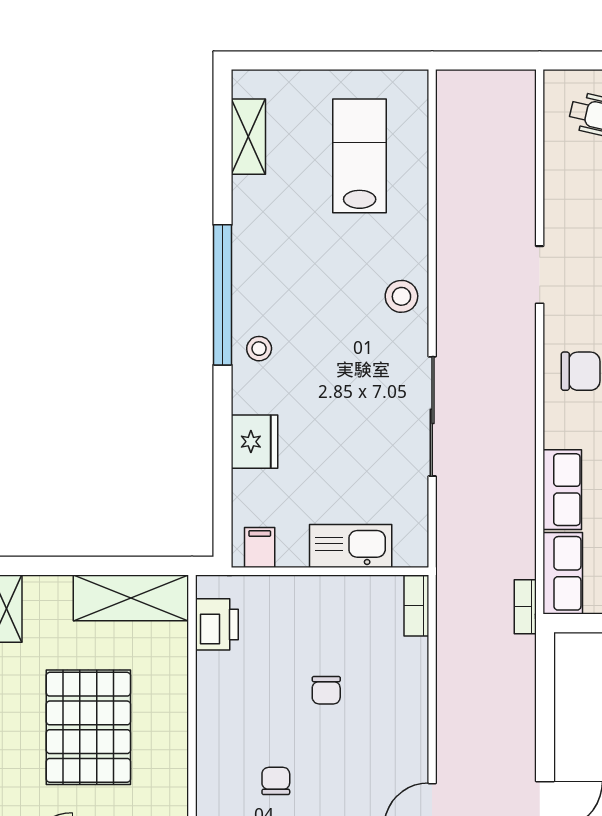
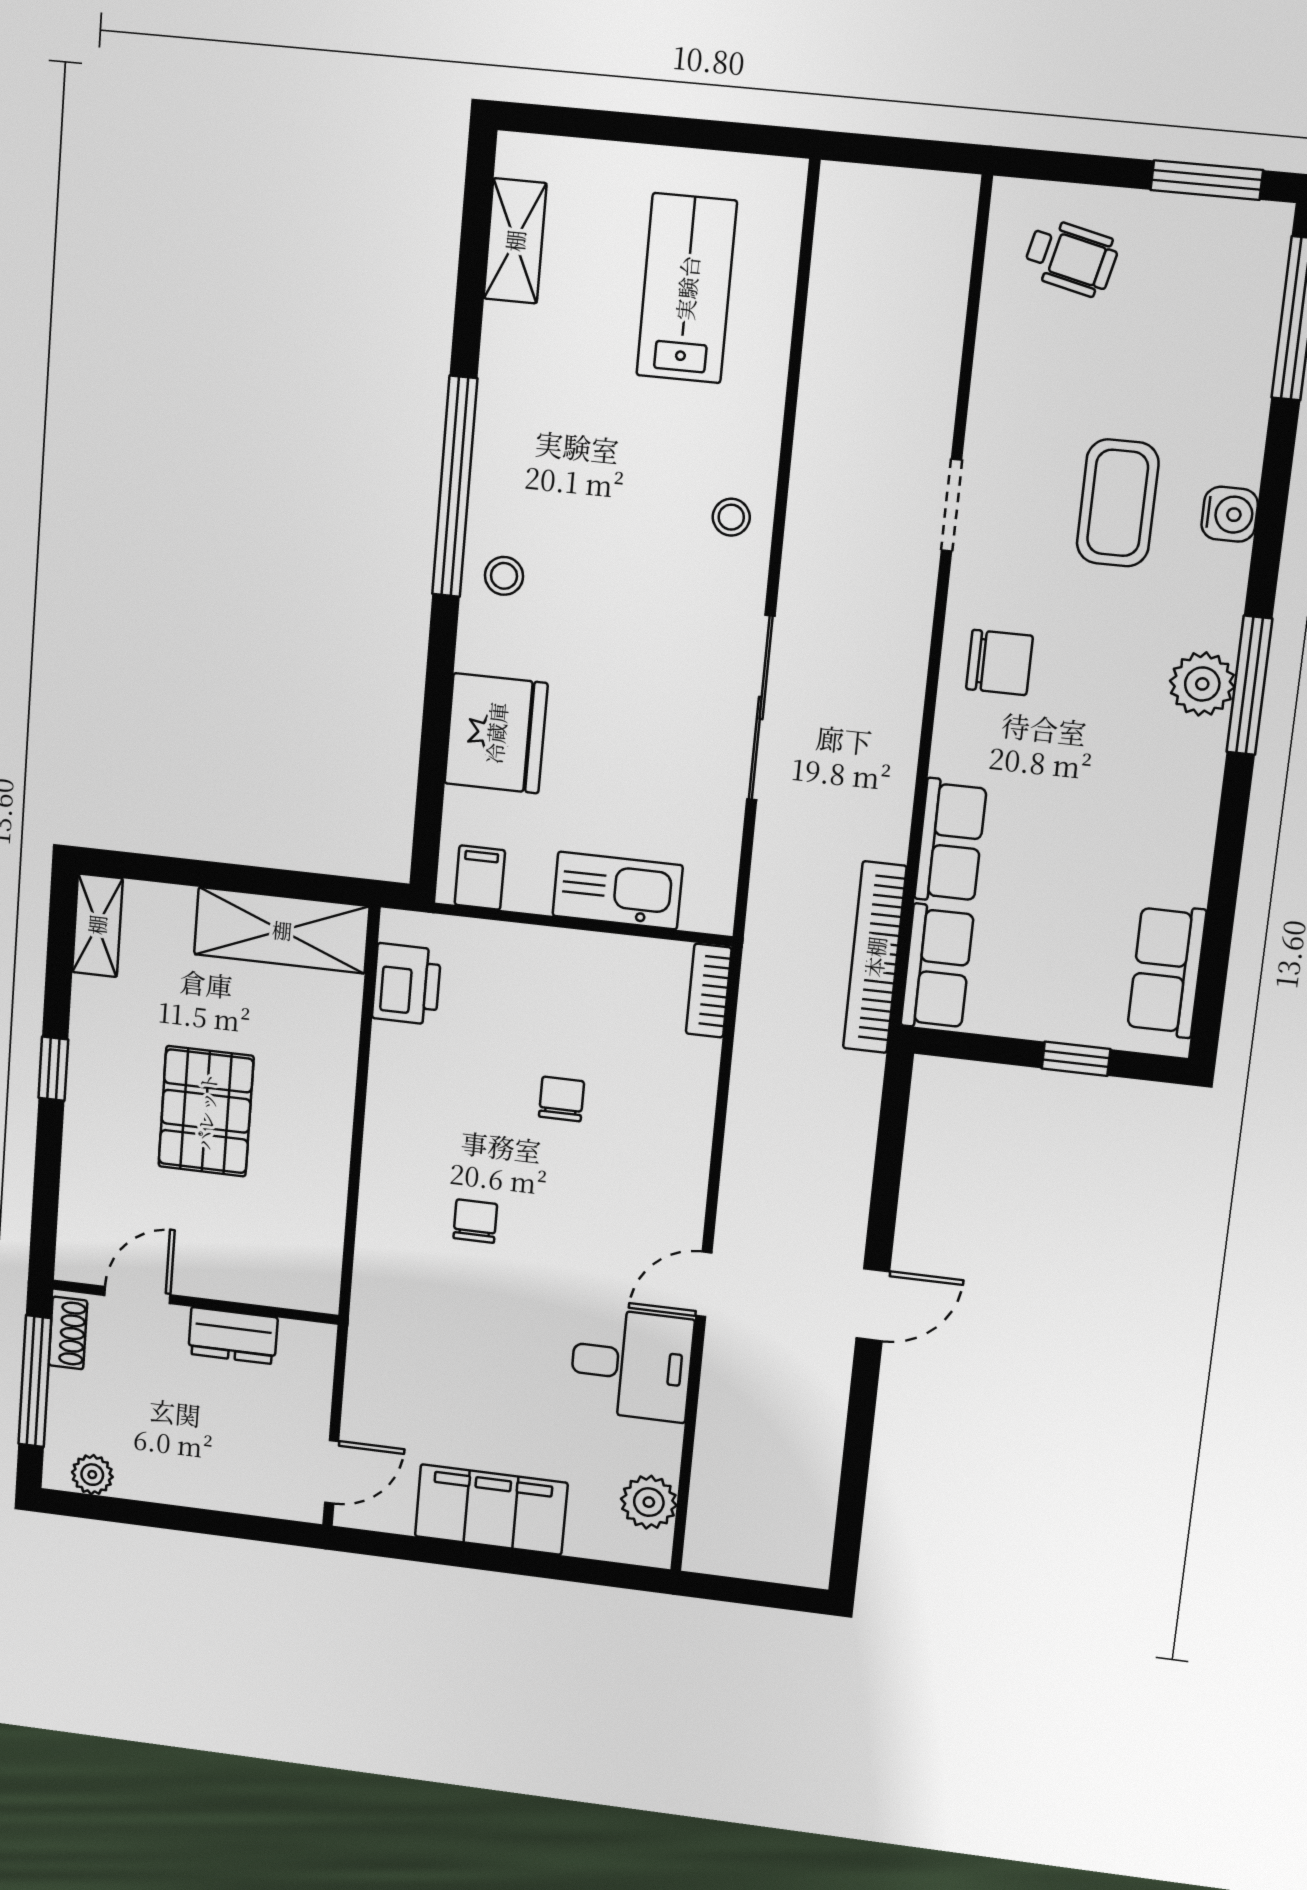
stool: (401, 296) -> (731, 517), width x0.73, depth x0.73
fridge: (255, 442) -> (496, 733), width x1.36, depth x1.34
bookcase: (525, 607) -> (875, 957), width x2.31, depth x1.31
chair: (326, 690) -> (561, 1099), turned 180
pallet: (88, 727) -> (206, 1111), width x0.73, depth x0.71

